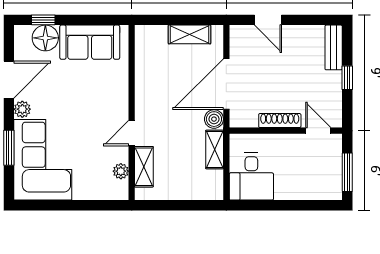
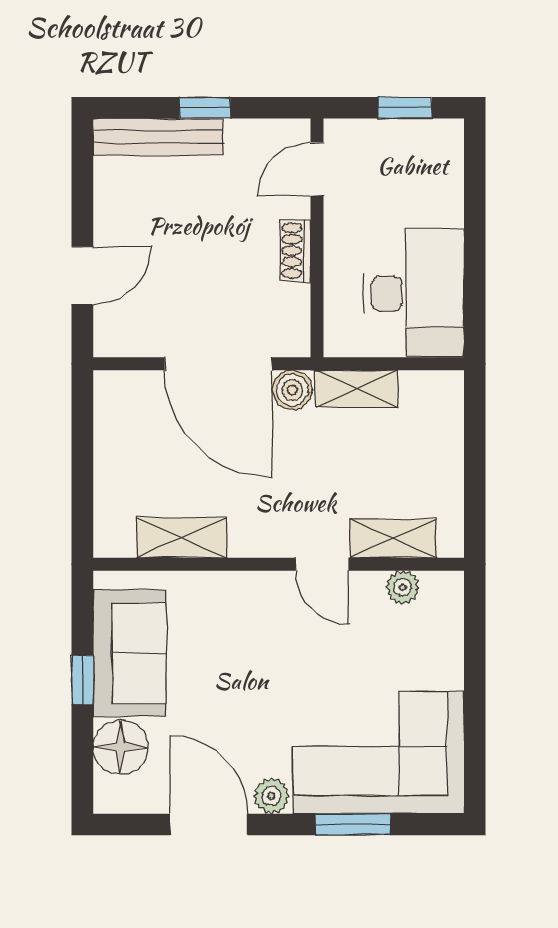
window: (43, 20) -> (82, 680), moved
shelving: (189, 34) -> (181, 538), moved, turned 90
bench: (334, 47) -> (158, 137), width x1.36
shoe rack: (280, 121) -> (295, 251), width x0.70
window: (347, 172) -> (405, 108), width x0.67
desk: (251, 177) -> (414, 293), width x1.37

